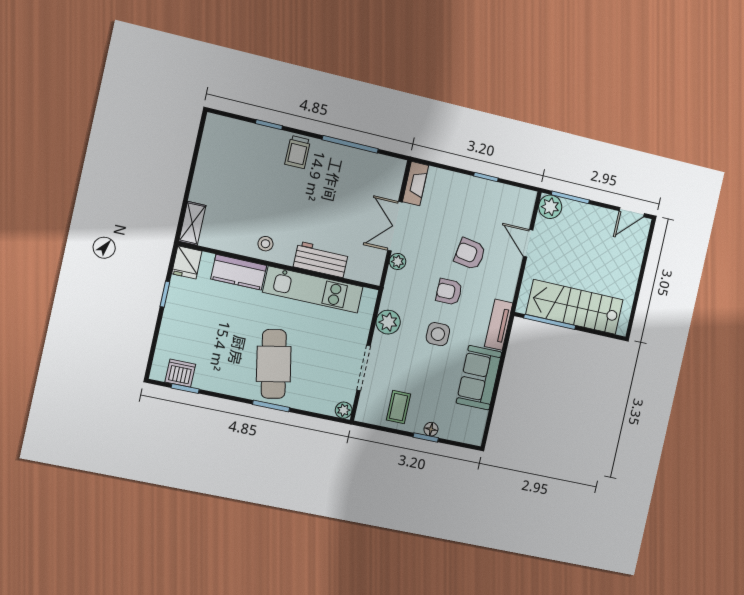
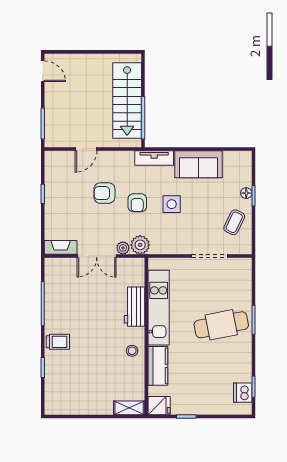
plant: (550, 207) -> (54, 138), removed
armchair: (470, 254) -> (104, 193), turned 81
plant: (388, 322) -> (140, 245), moved
coffee table: (398, 407) -> (234, 222), turned -64
plant: (344, 410) -> (245, 264), removed

